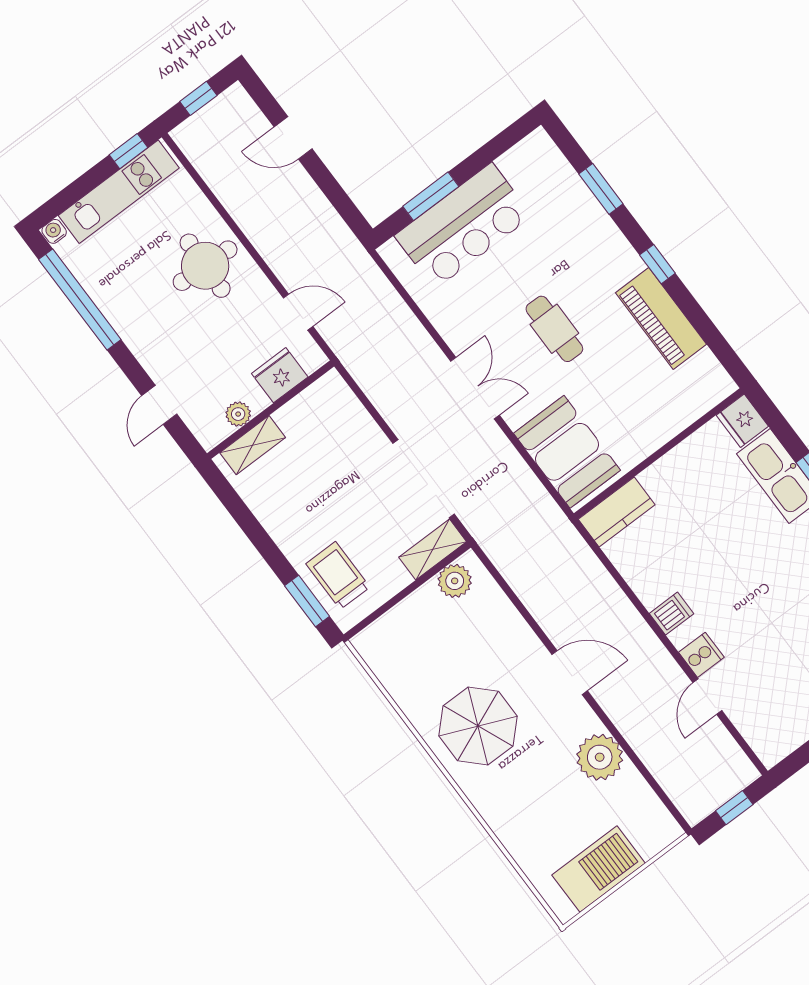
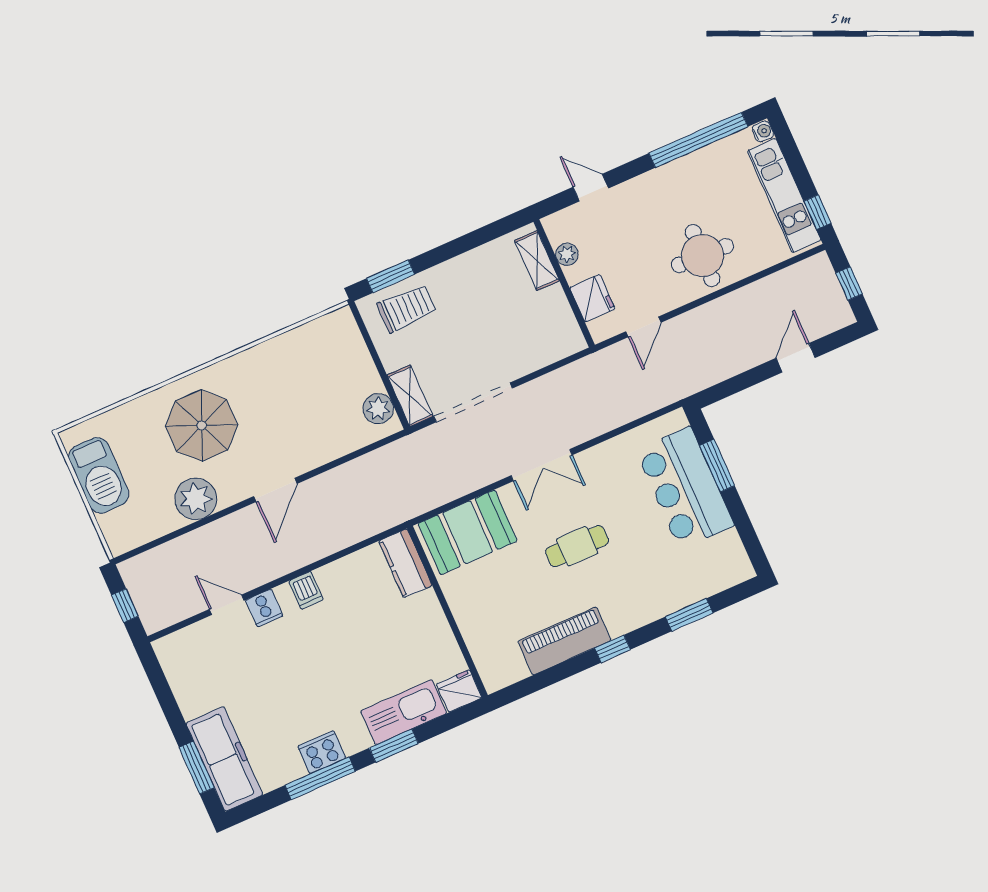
parasol: (478, 726) -> (202, 425), moved

